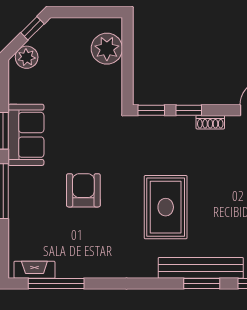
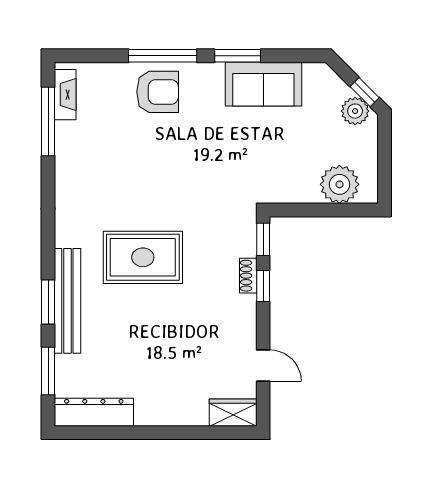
plant: (27, 57) -> (355, 111), moved
shoe rack: (210, 122) -> (248, 276), moved
sofa: (26, 135) -> (263, 84), moved
armchair: (83, 190) -> (158, 92), moved

